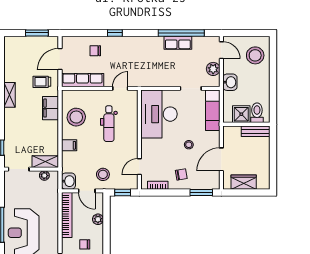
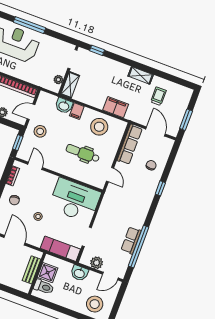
trolley: (42, 82) -> (158, 96), moved
bench: (256, 131) -> (32, 270), moved
washbasin: (68, 181) -> (64, 106), moved

